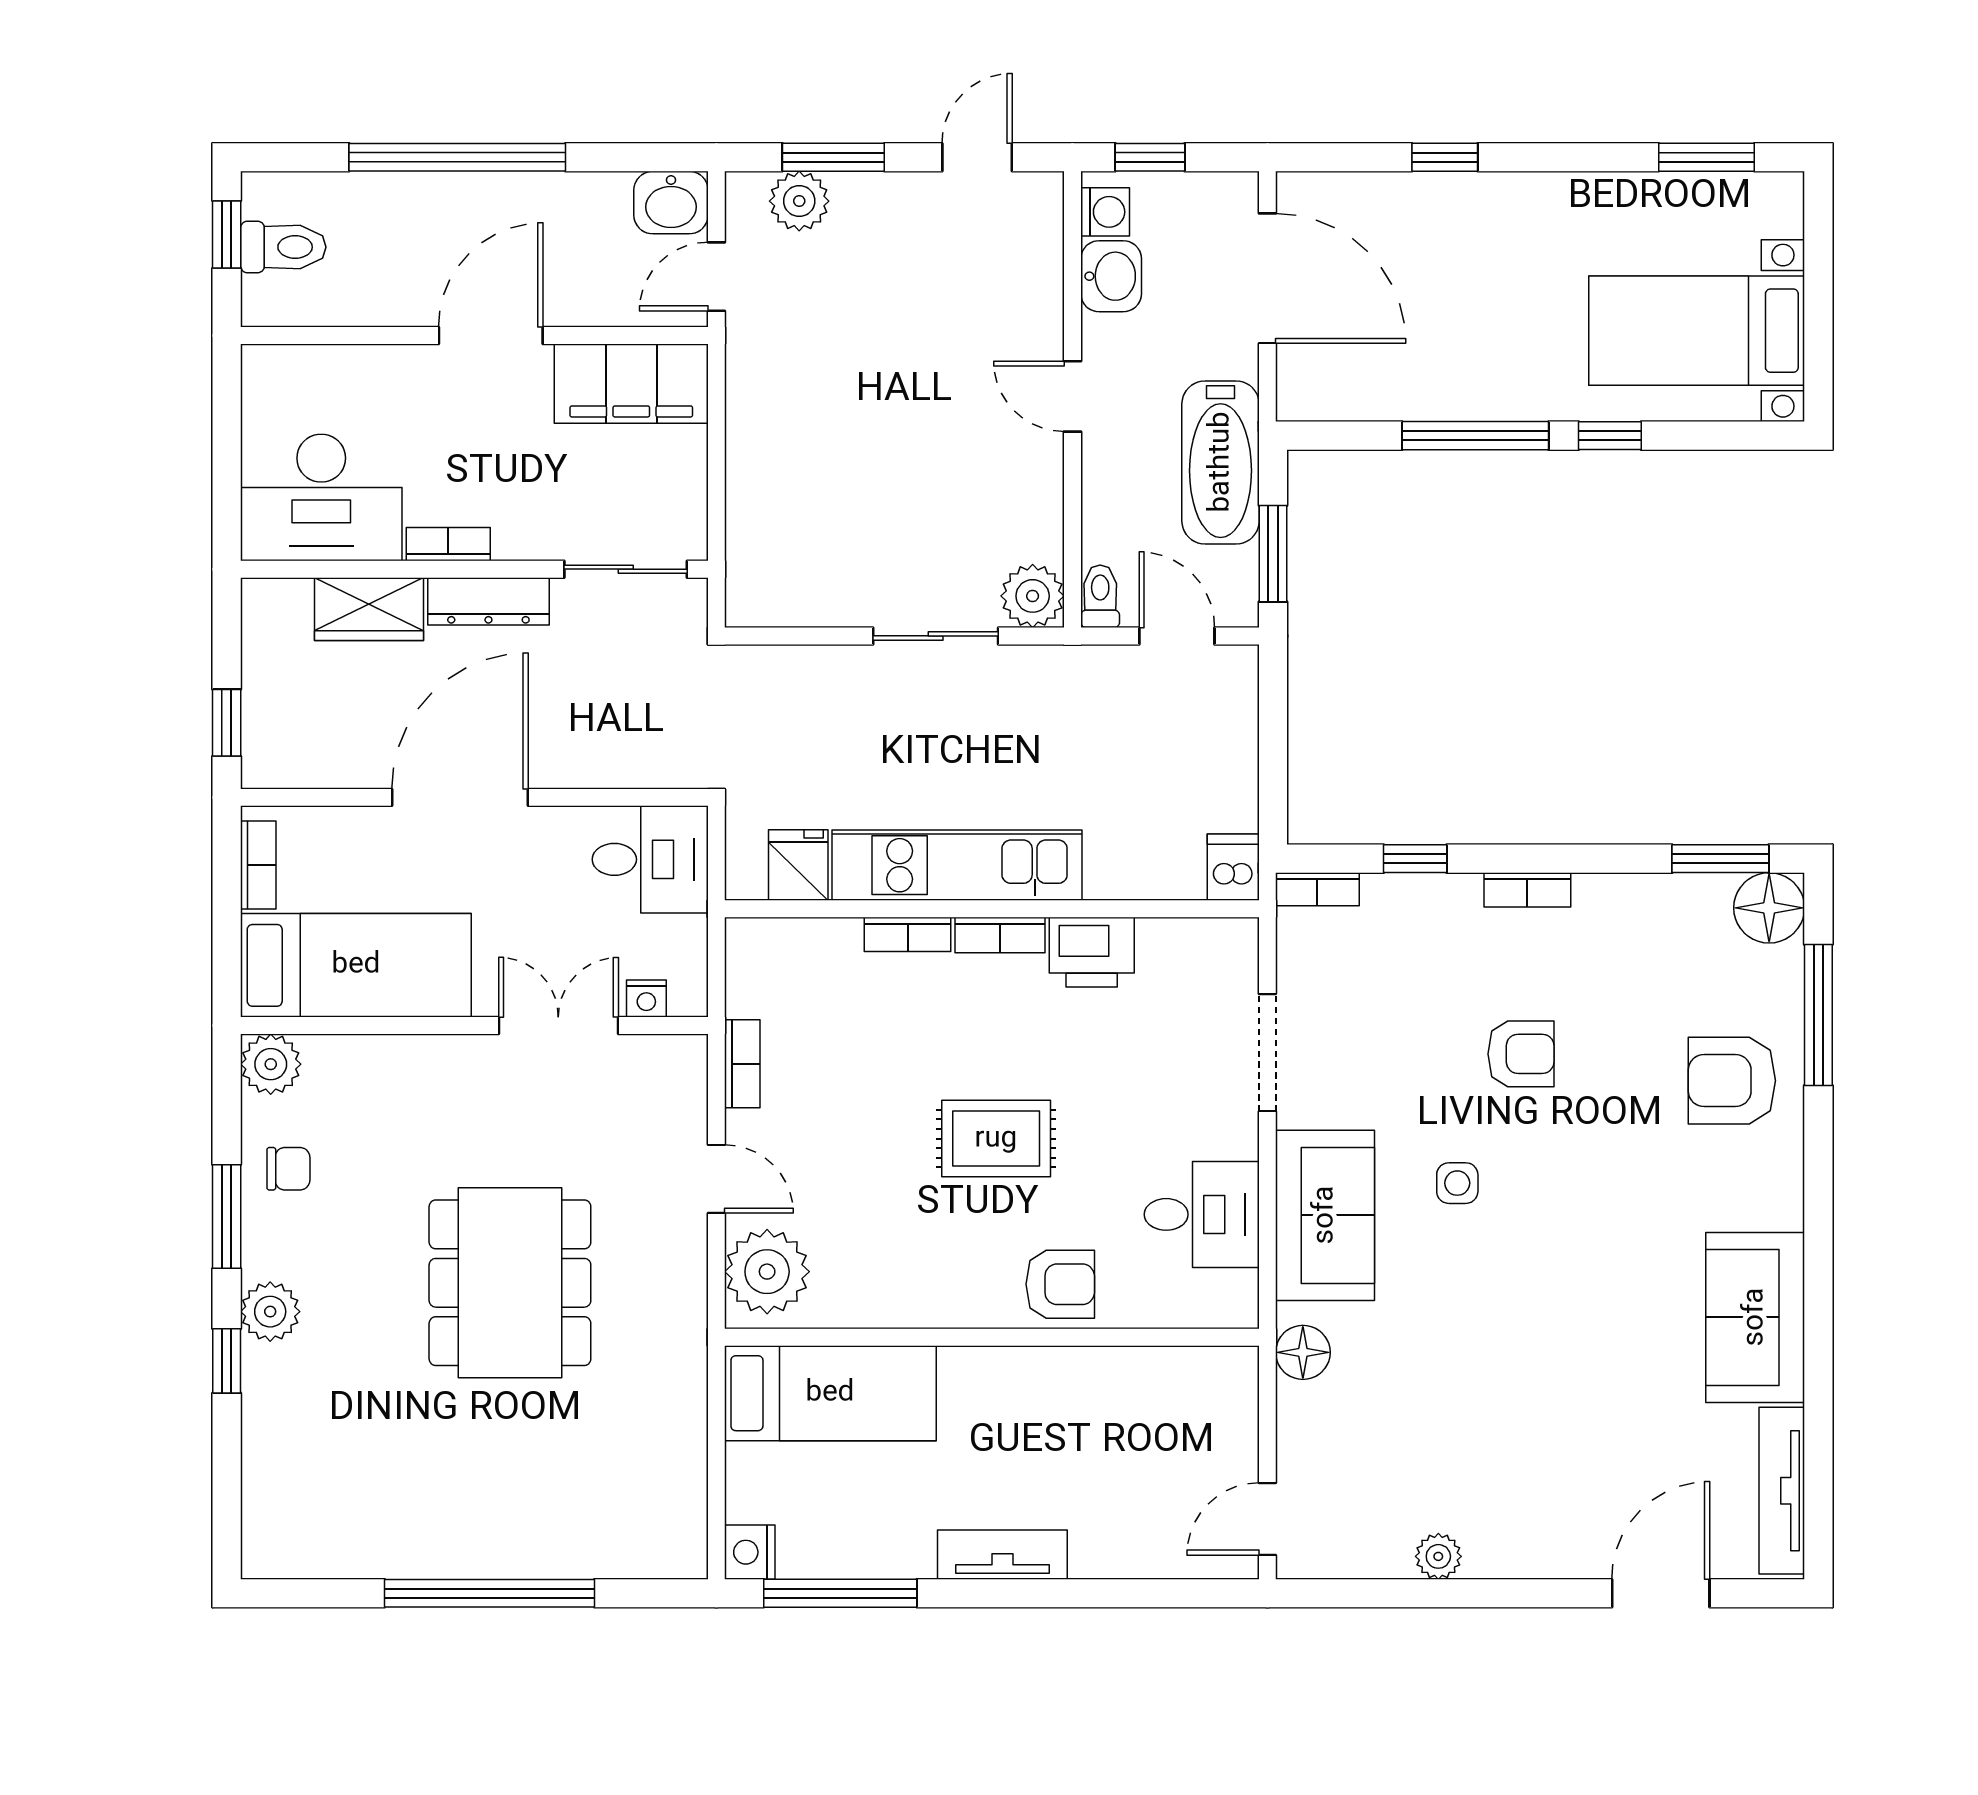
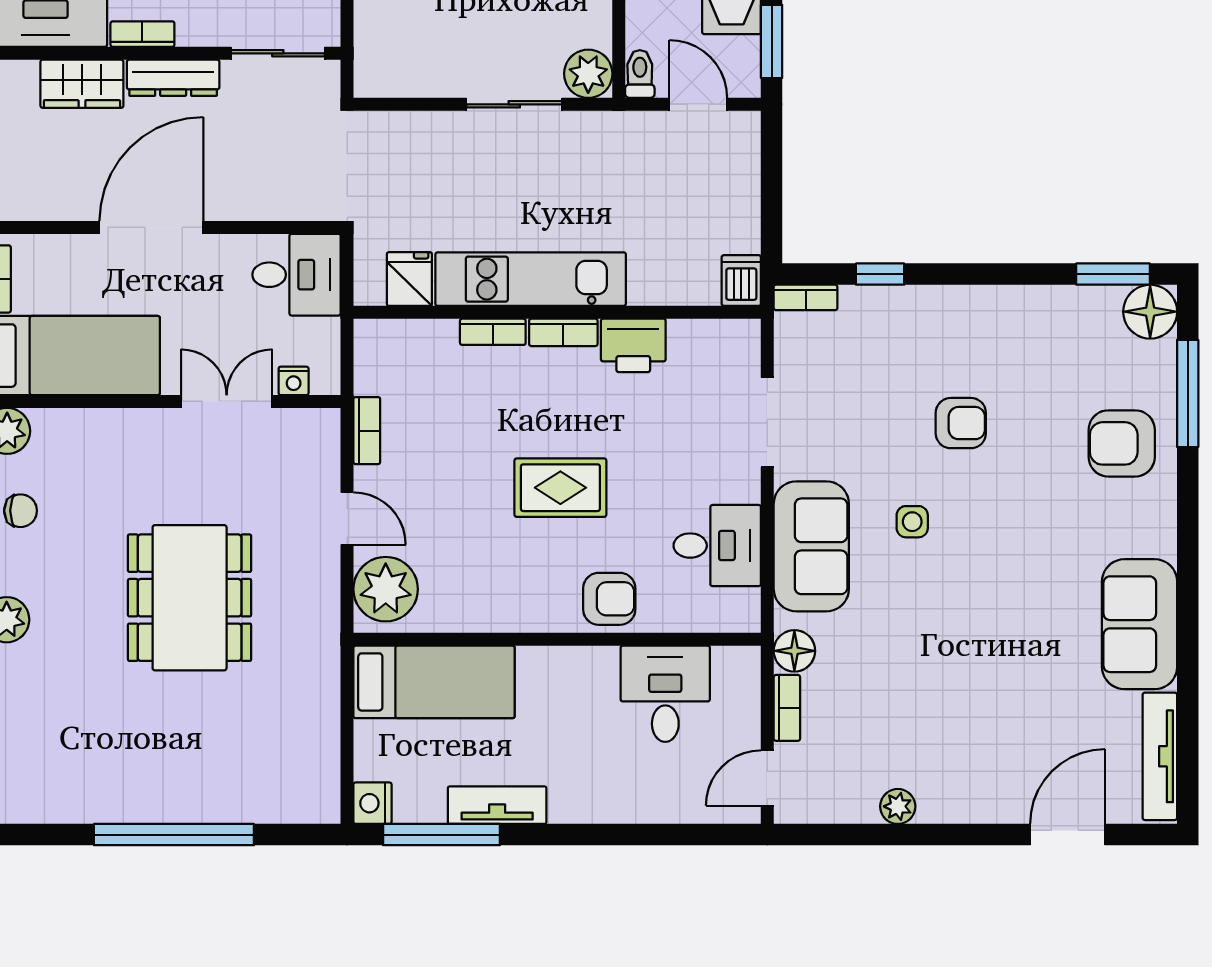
bookcase: (1527, 890) -> (787, 708), moved, turned -90
desk: (1134, 1409) -> (665, 694), added
tv unit: (1002, 1555) -> (497, 805), moved

